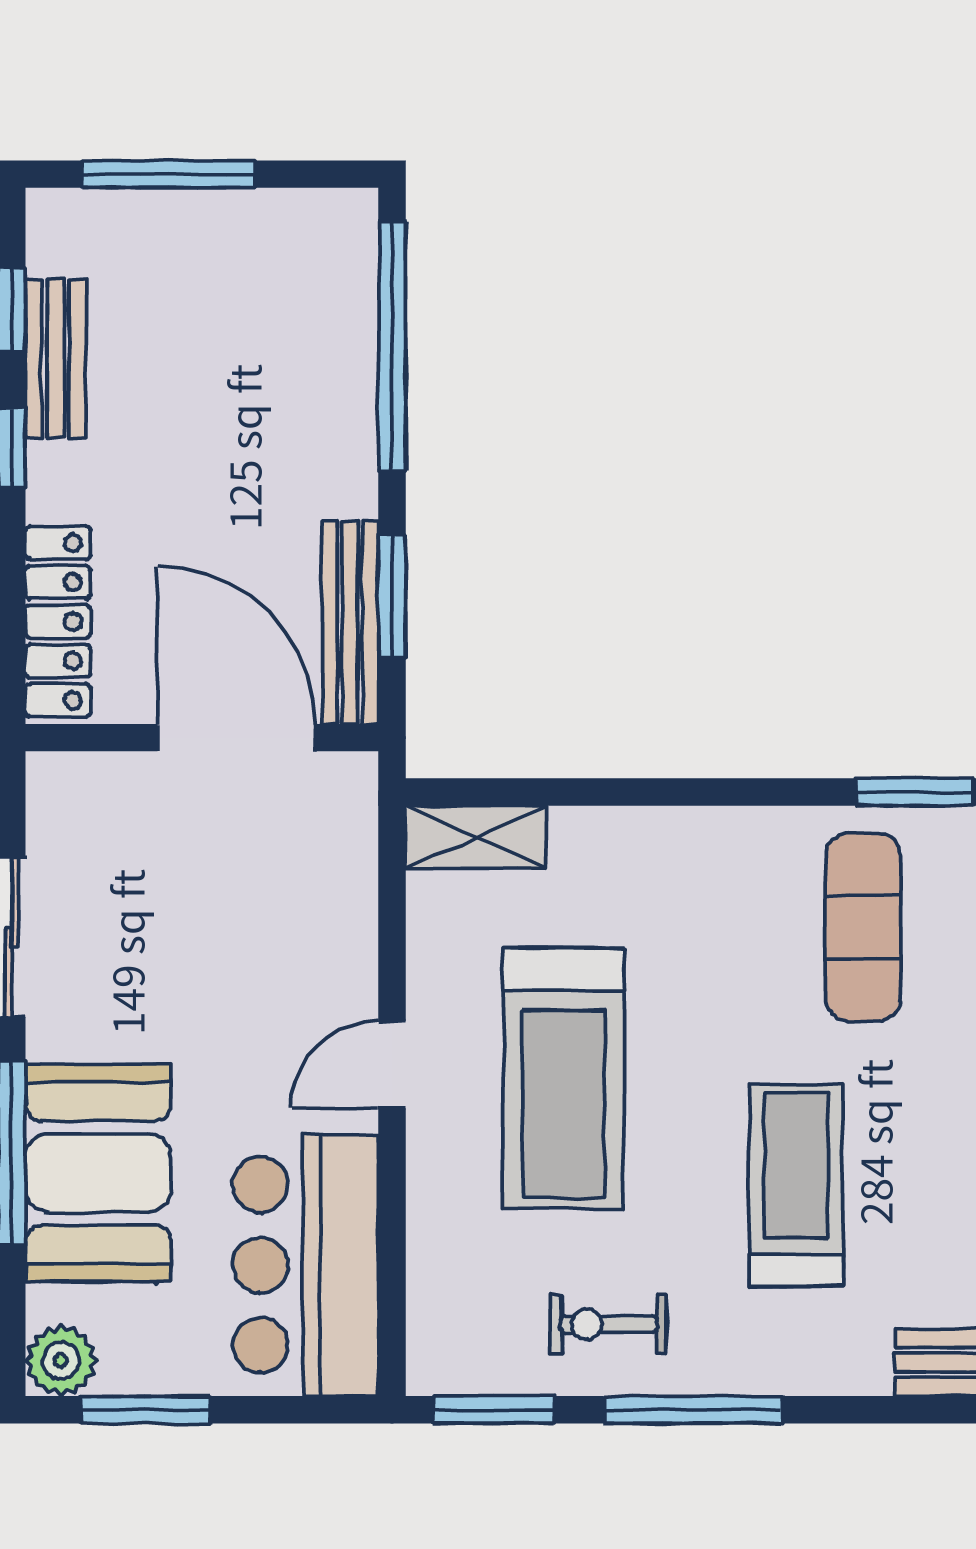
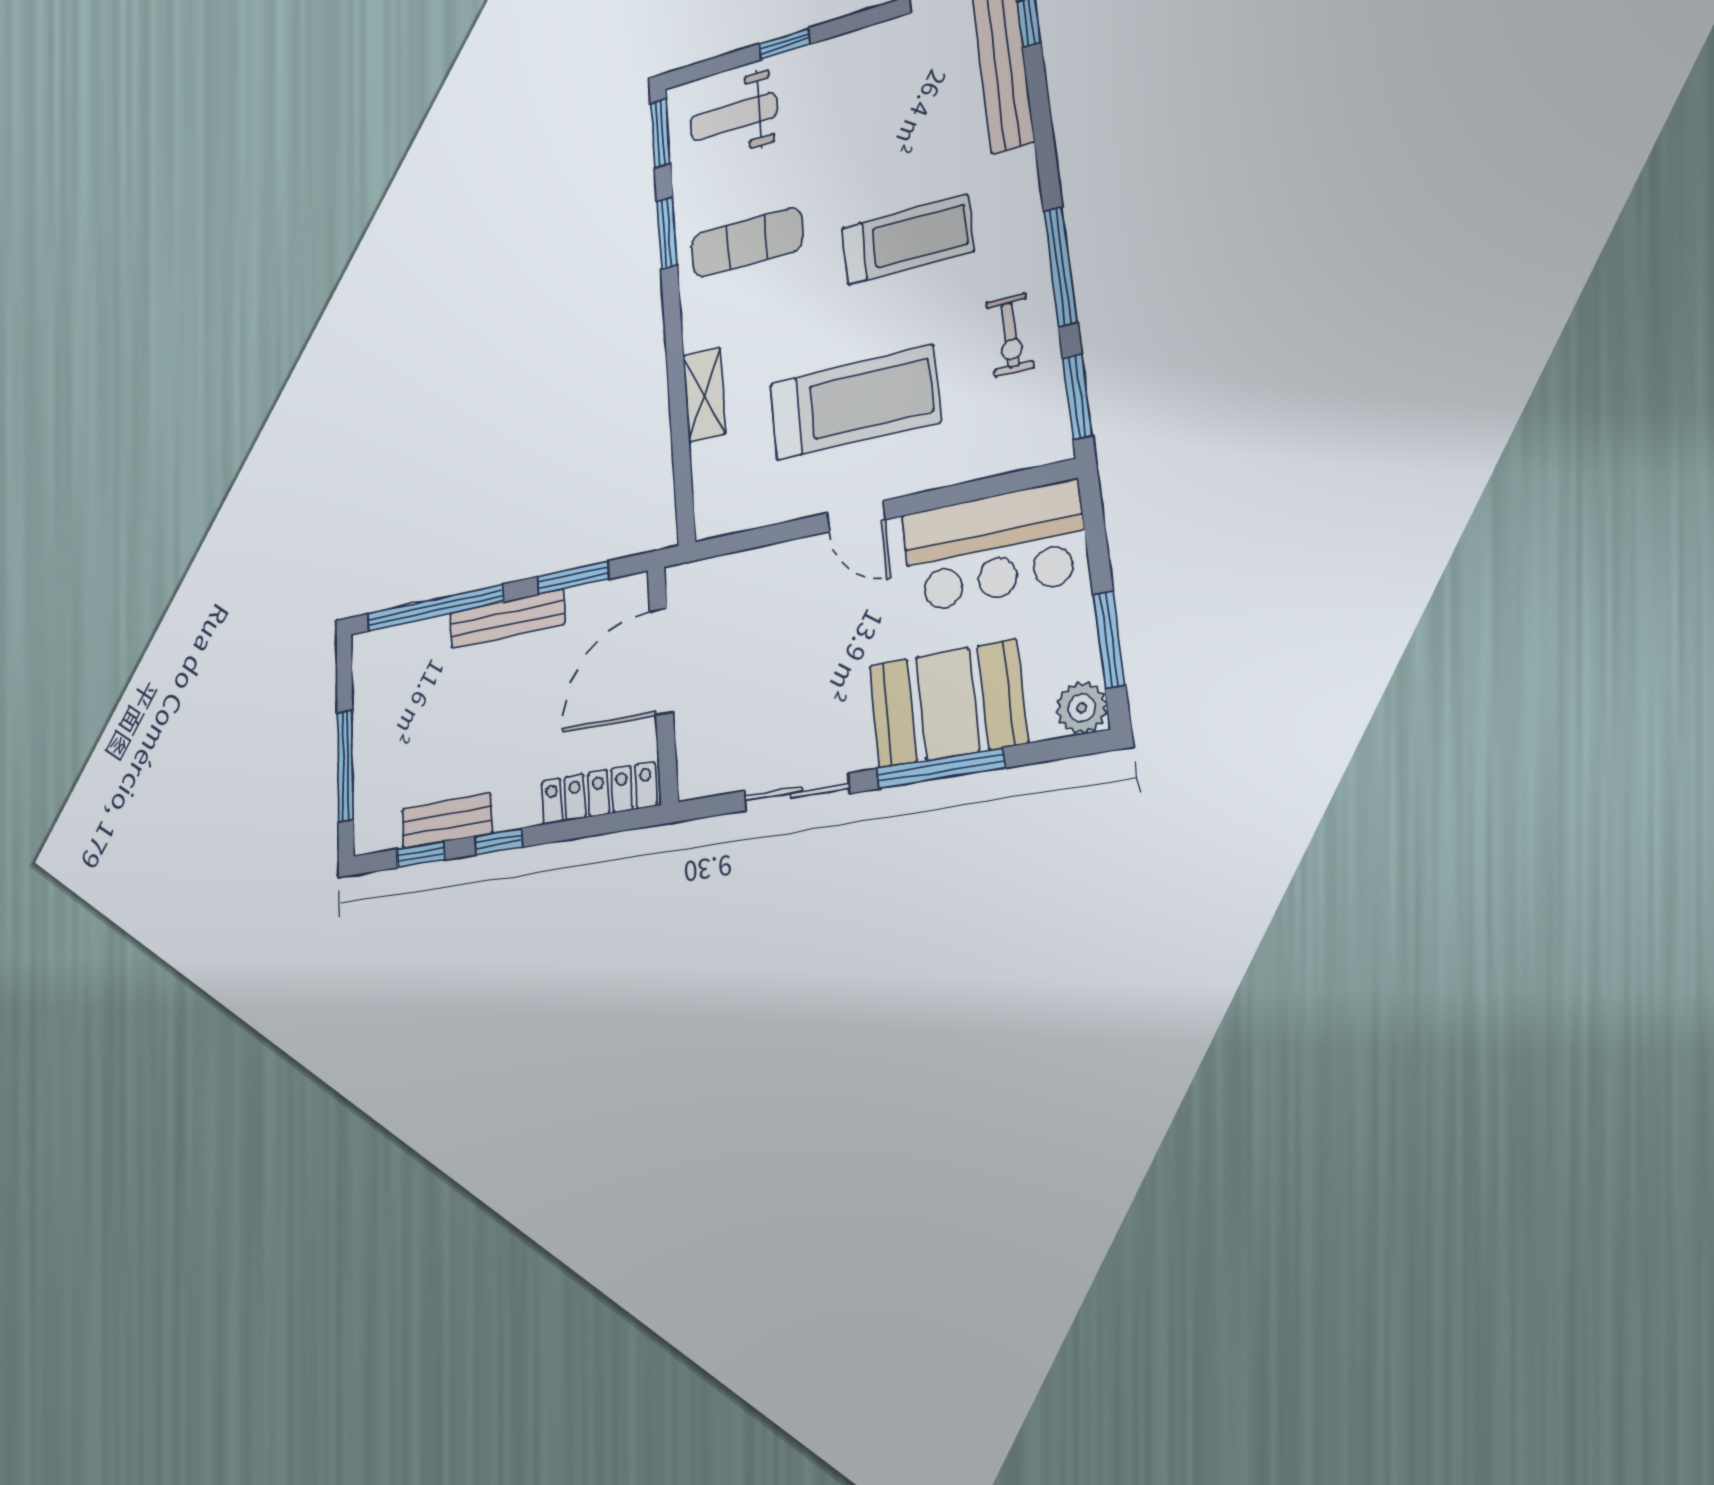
bench: (350, 623) -> (507, 619), moved
shelving: (476, 837) -> (704, 395), moved
treadmill: (796, 1185) -> (907, 240), turned 180

